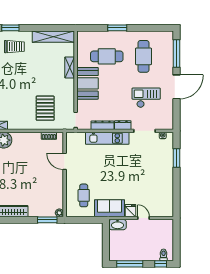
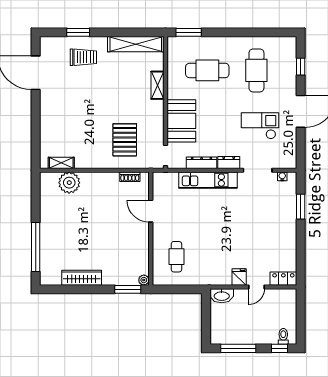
window: (117, 28) -> (189, 32), moved
window: (176, 54) -> (301, 67), width x0.46
booth: (87, 83) -> (181, 121), moved
sofa: (110, 208) -> (211, 274), removed
locker: (164, 212) -> (283, 279), added
door: (144, 218) -> (257, 287), swing flipped

